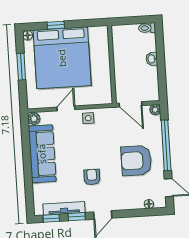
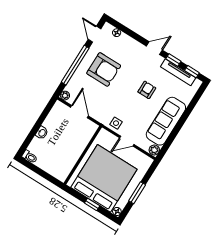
wall: (112, 64) -> (83, 155), moved
armchair: (92, 177) -> (147, 90), moved, turned 180

